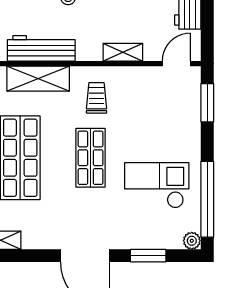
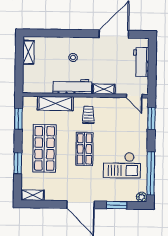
workbench: (41, 48) -> (72, 86), moved
door: (176, 64) -> (134, 96), swing flipped
checkout: (157, 185) -> (122, 165), turned 180

